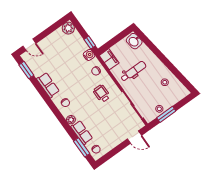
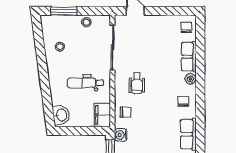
window: (166, 114) -> (64, 11), moved
window: (82, 147) -> (200, 41), removed

